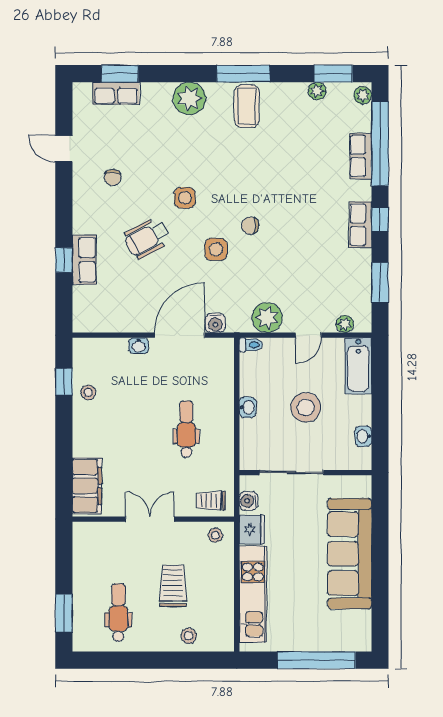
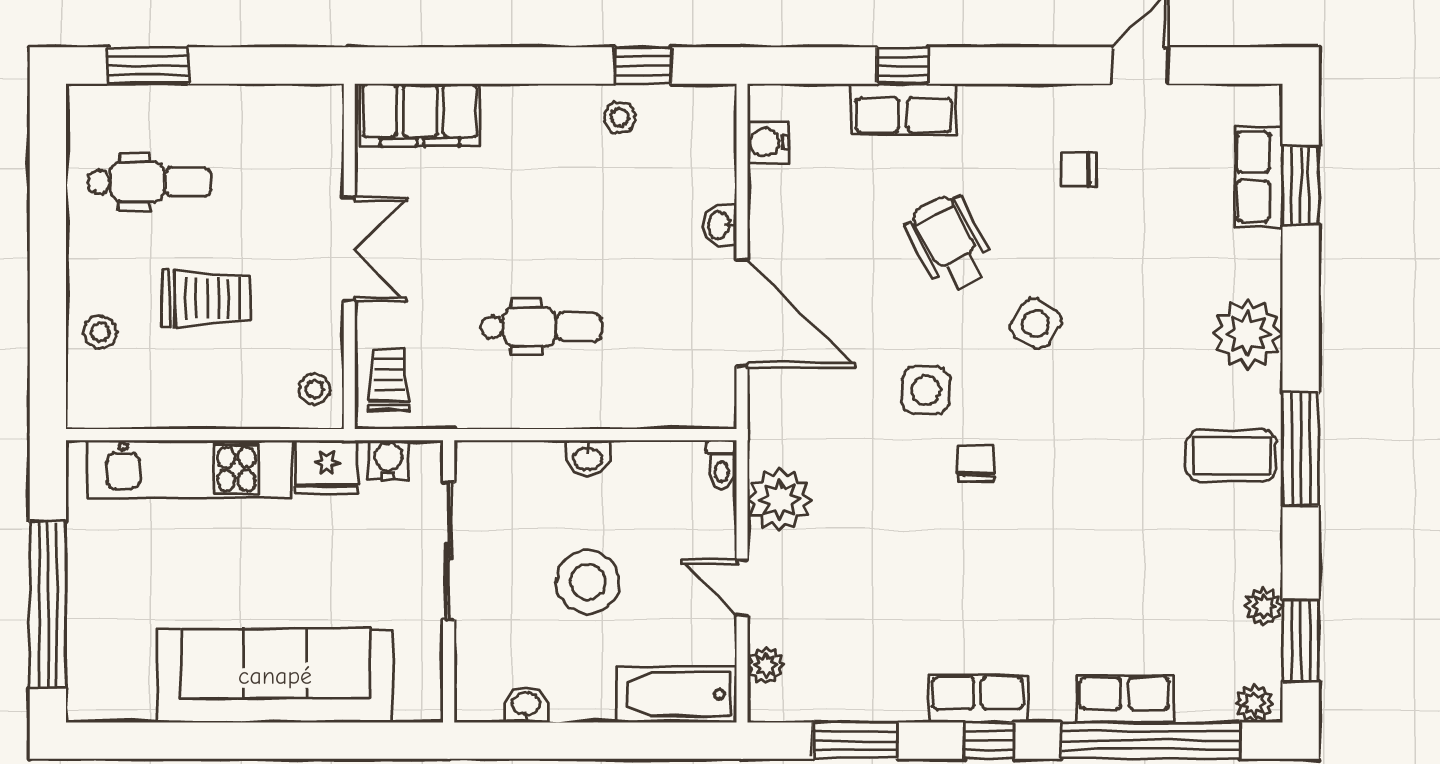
side table: (185, 198) -> (1036, 324), turned 32
water cooler: (215, 323) -> (768, 143), moved

